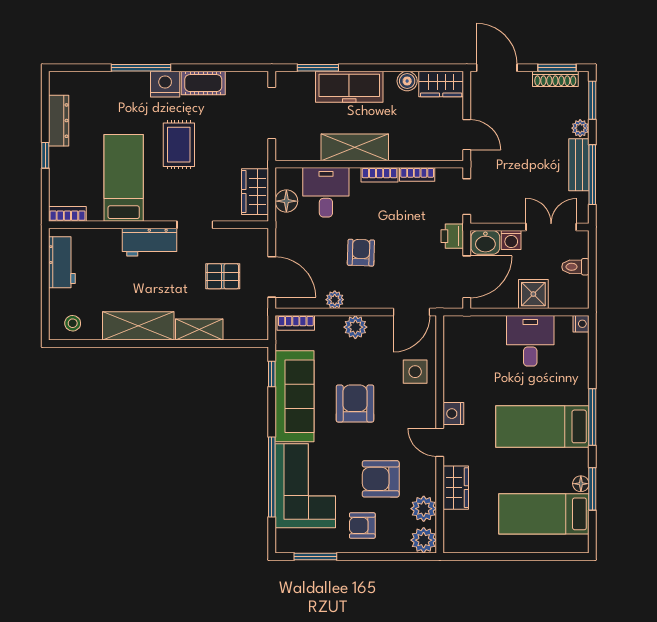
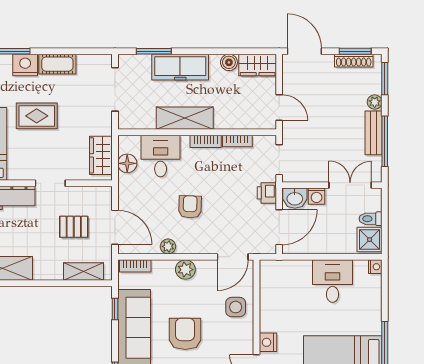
rug: (179, 145) -> (37, 116), turned 90
shower: (533, 294) -> (370, 240), moved
shelving: (199, 329) -> (84, 272), moved

